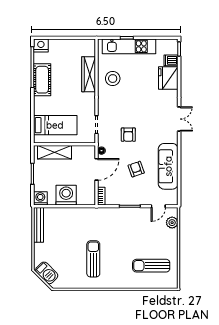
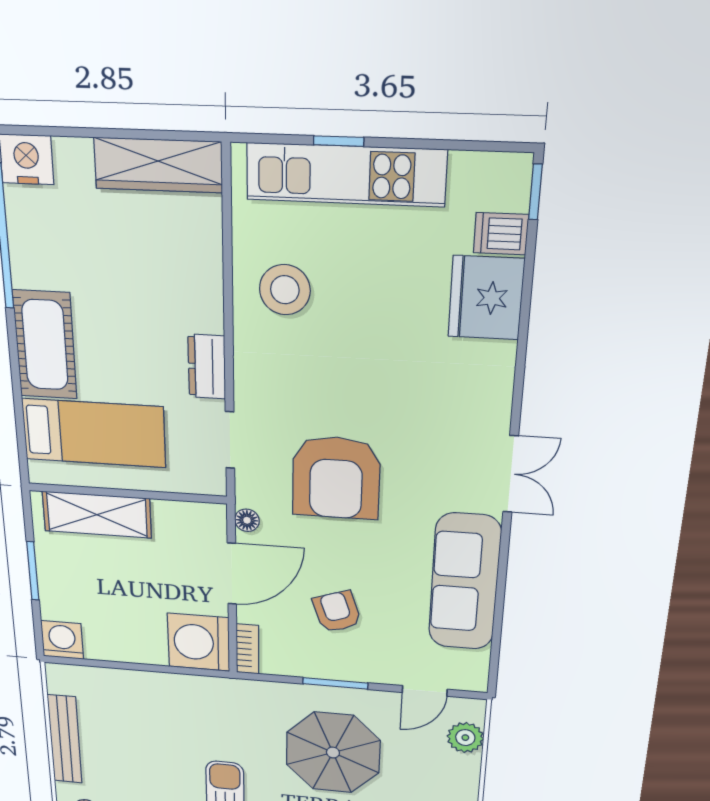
wardrobe: (89, 74) -> (158, 165), moved, turned -90
cot: (42, 80) -> (45, 345), moved
dresser: (90, 102) -> (207, 367), added
double door: (179, 119) -> (511, 474), moved
armchair: (128, 135) -> (336, 478), width x1.88, depth x1.88
armchair: (136, 169) -> (337, 612), moved
washing machine: (66, 195) -> (199, 642), moved, turned -90
bench: (38, 225) -> (65, 739), moved
parasol: (130, 233) -> (333, 753), added

